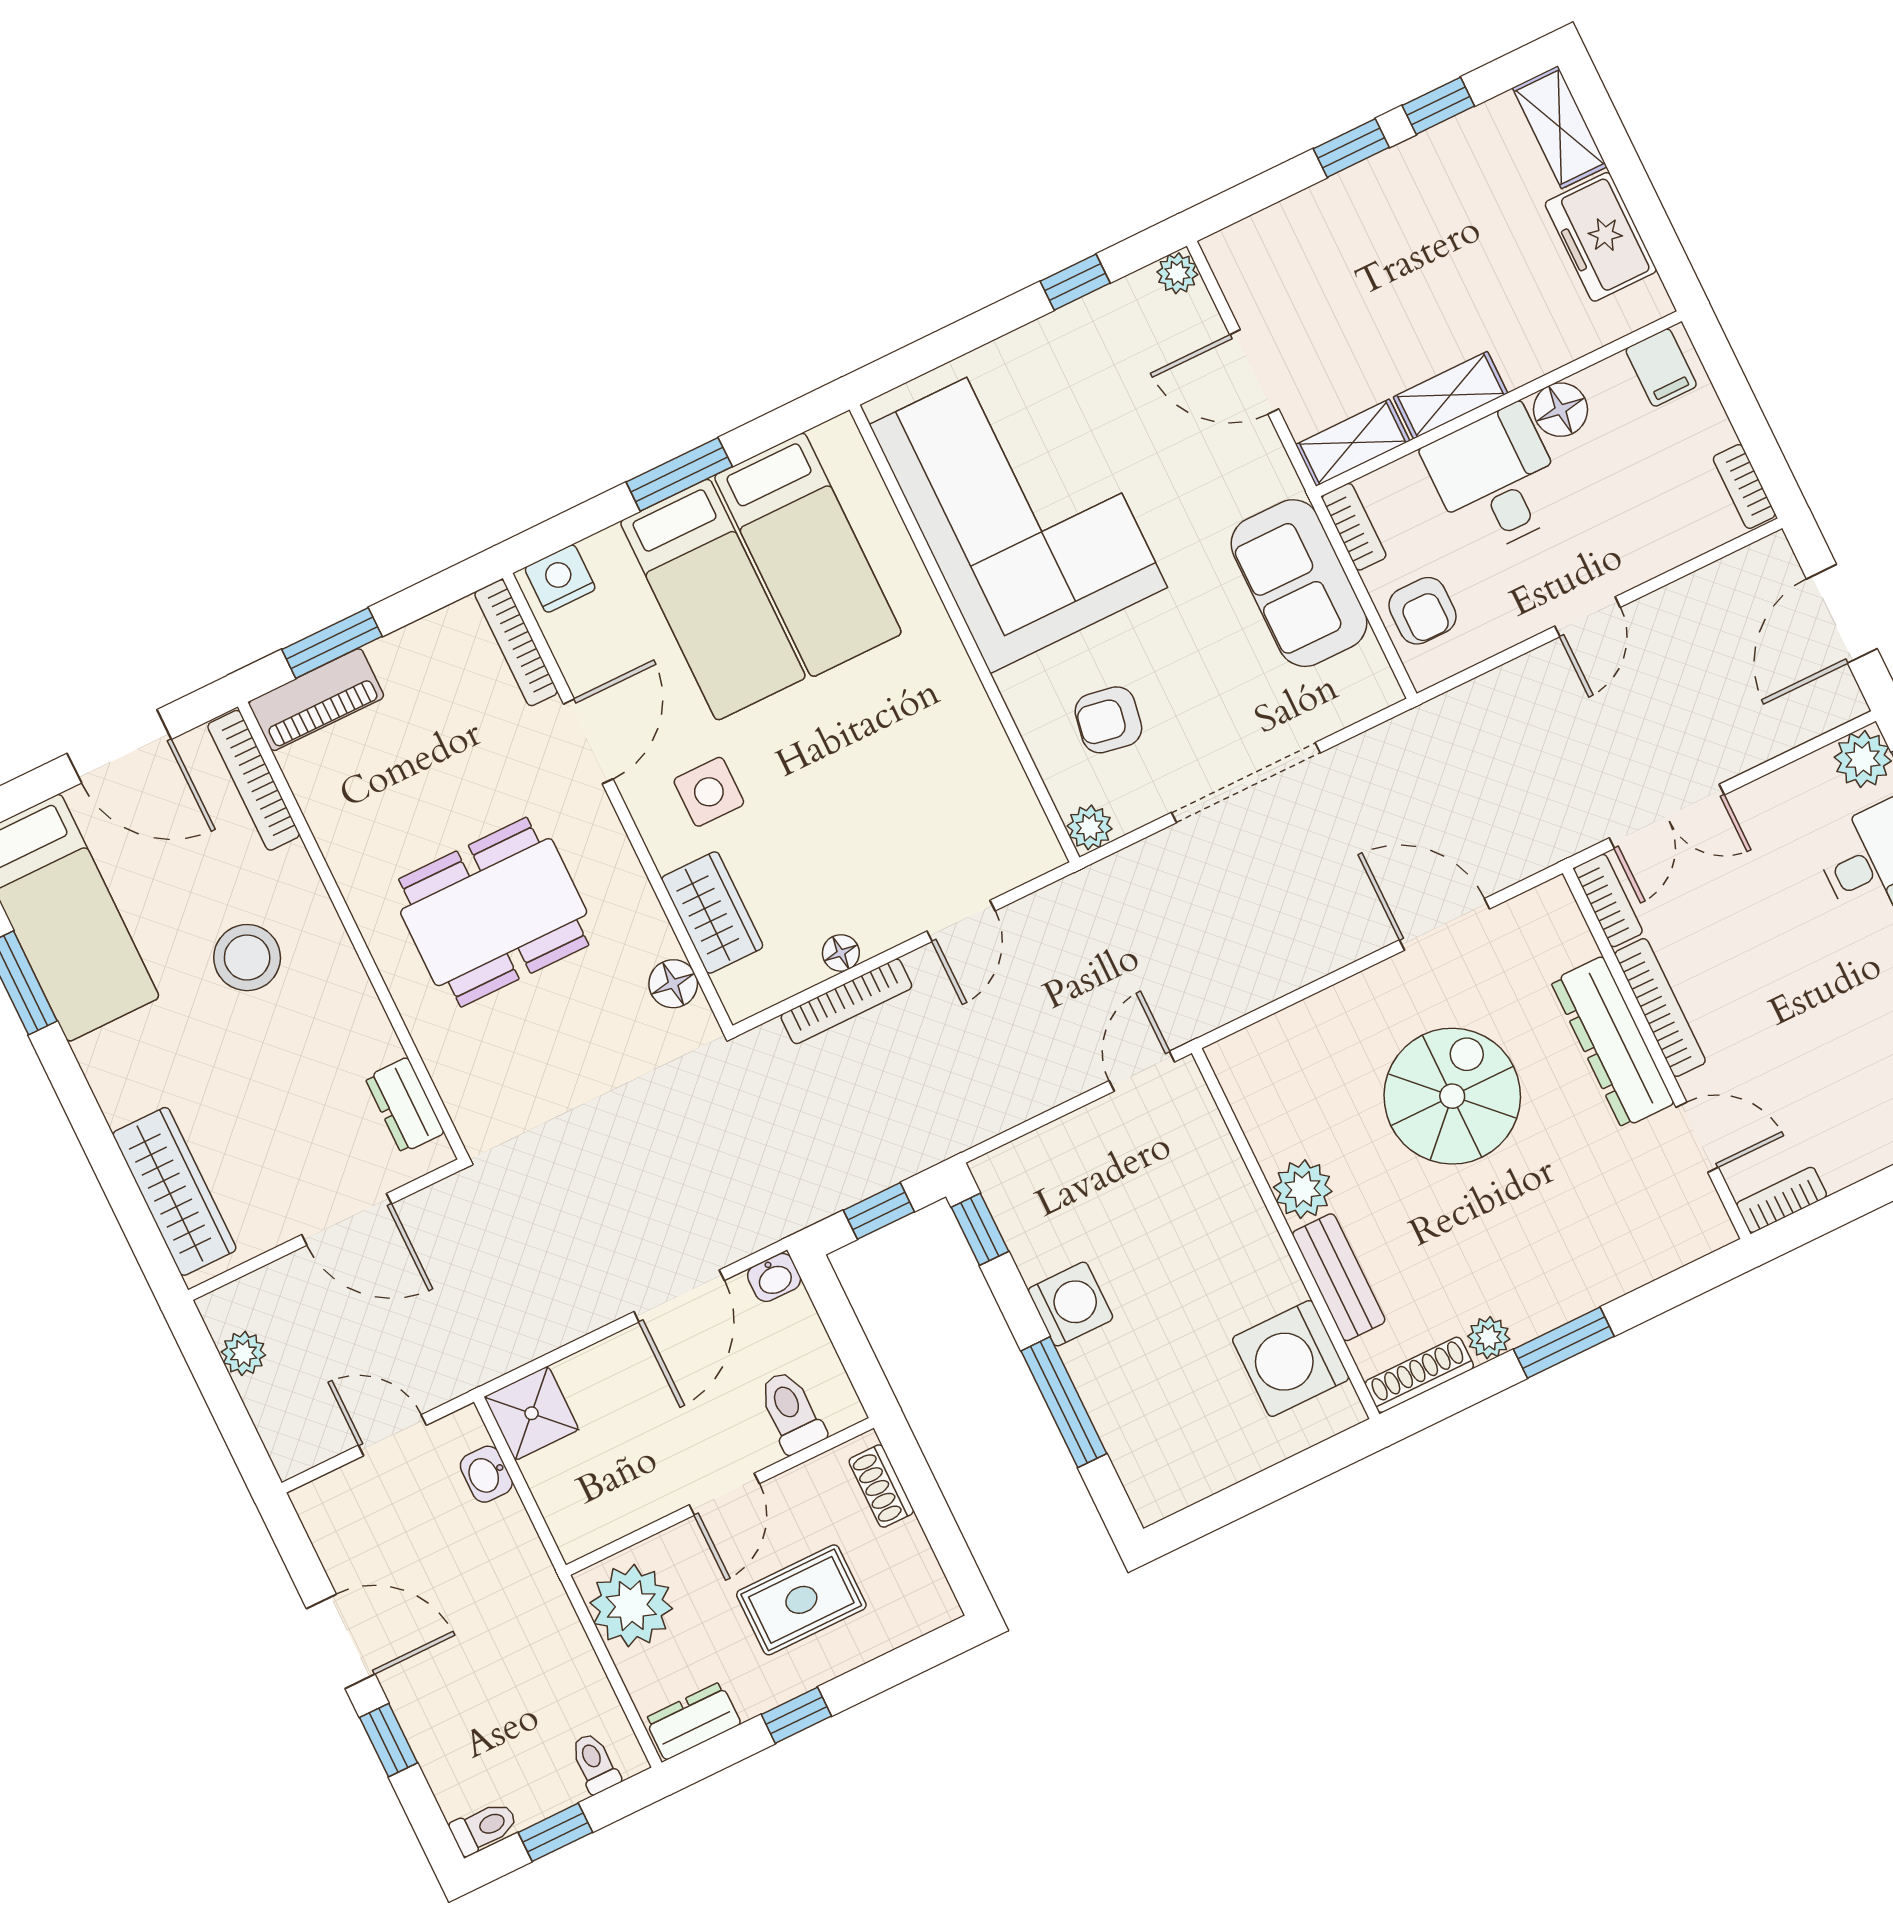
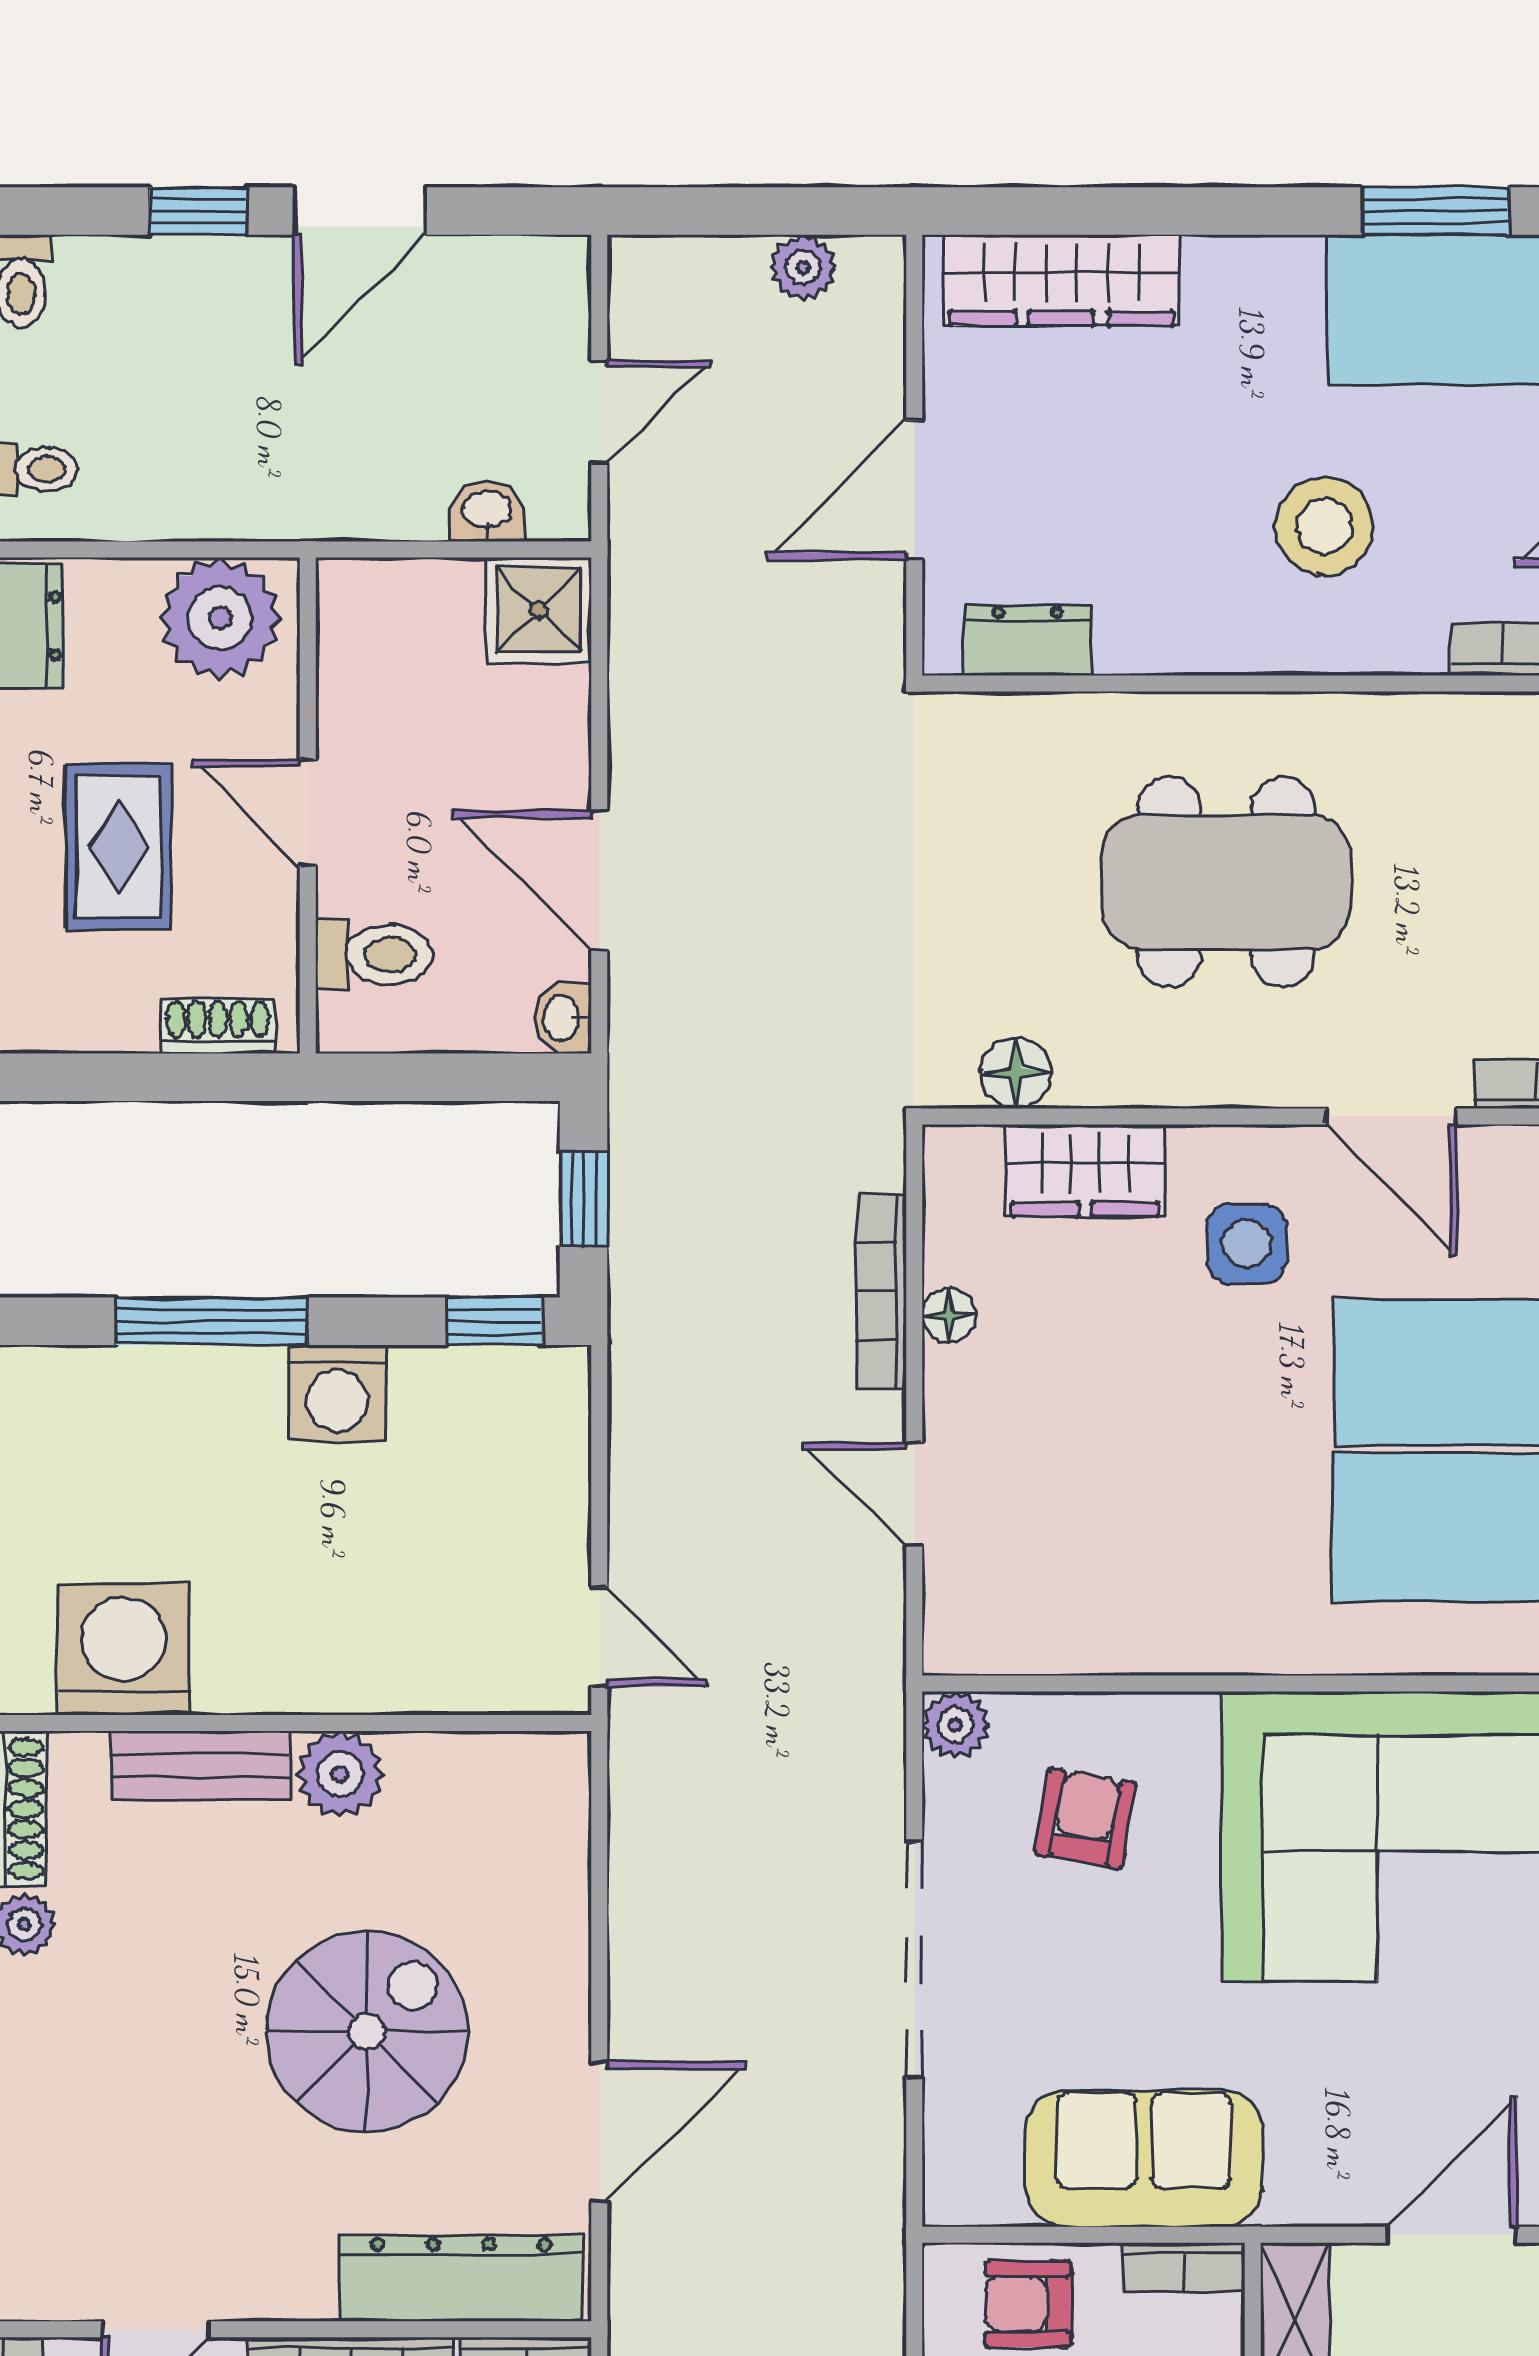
dining table: (494, 912) -> (1226, 882), turned 90
dresser: (1612, 1042) -> (461, 2278), moved
spiral stairs: (1452, 1096) -> (367, 2032), turned -90

